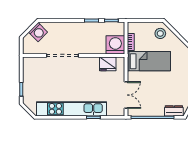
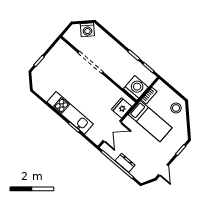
fridge: (108, 64) -> (122, 108), moved, turned 90
kitchen unit: (71, 109) -> (70, 113), width x0.73
dresser: (174, 111) -> (125, 163), moved

